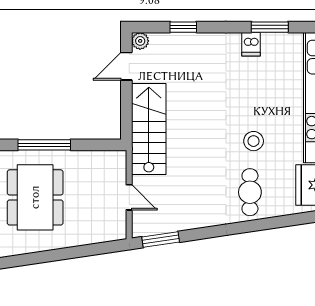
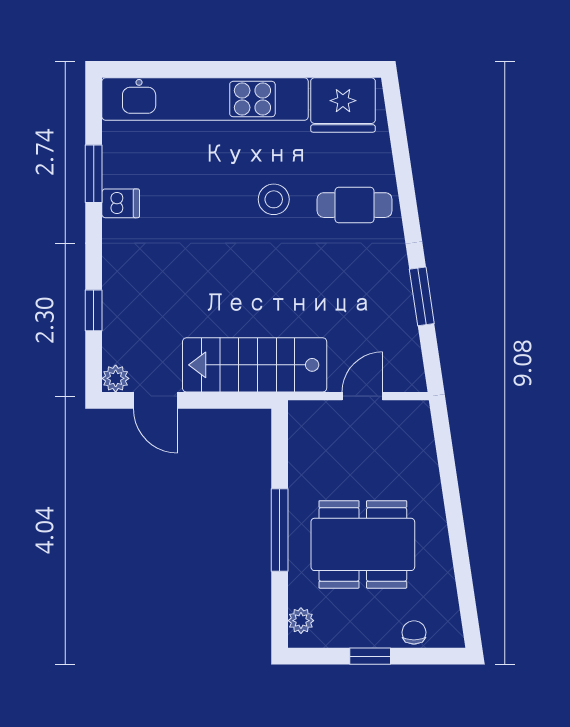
window: (161, 239) -> (422, 296), moved

